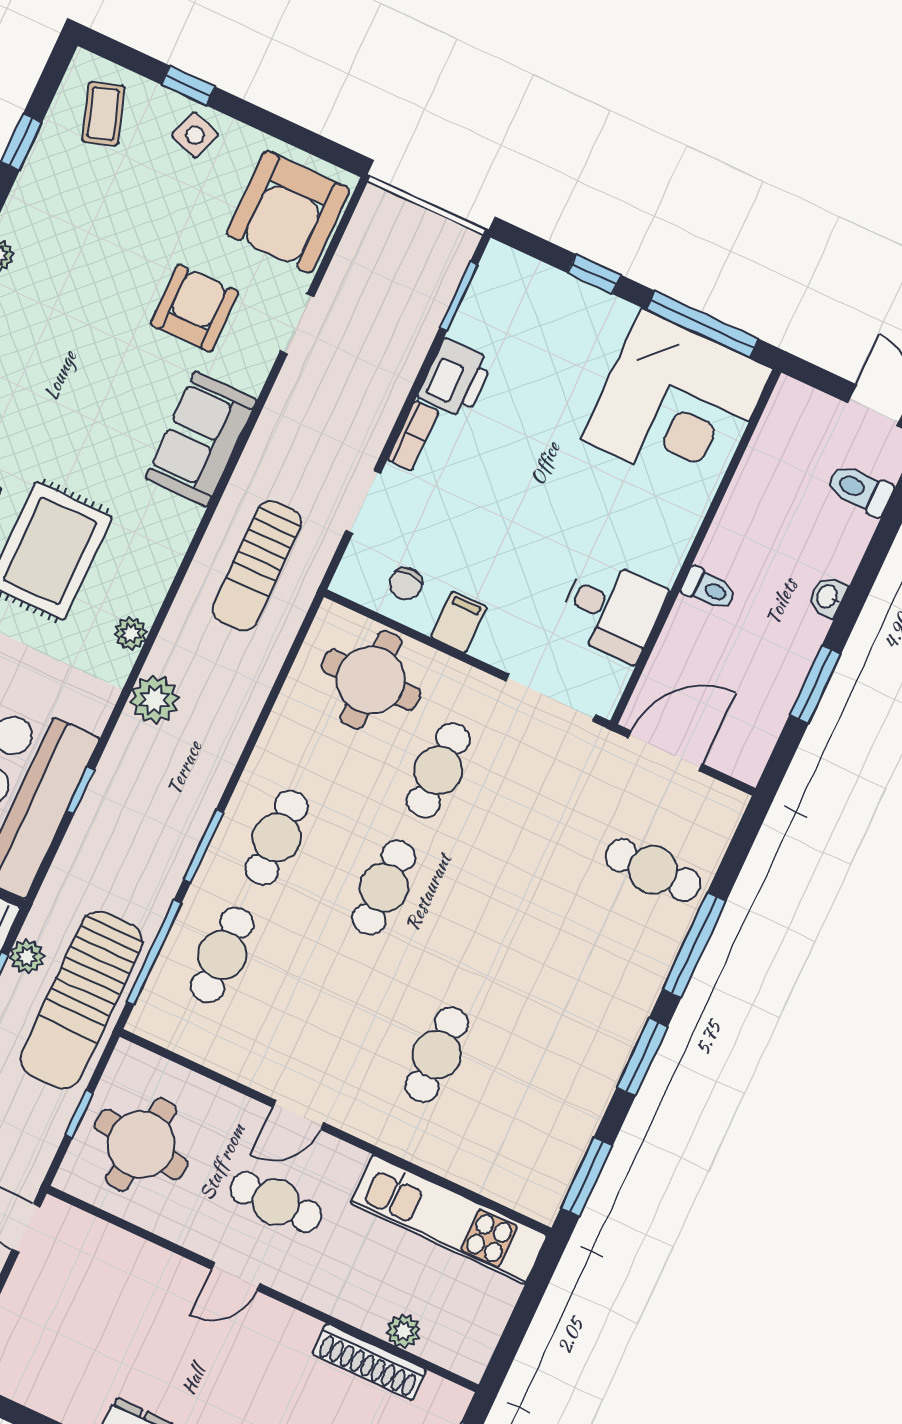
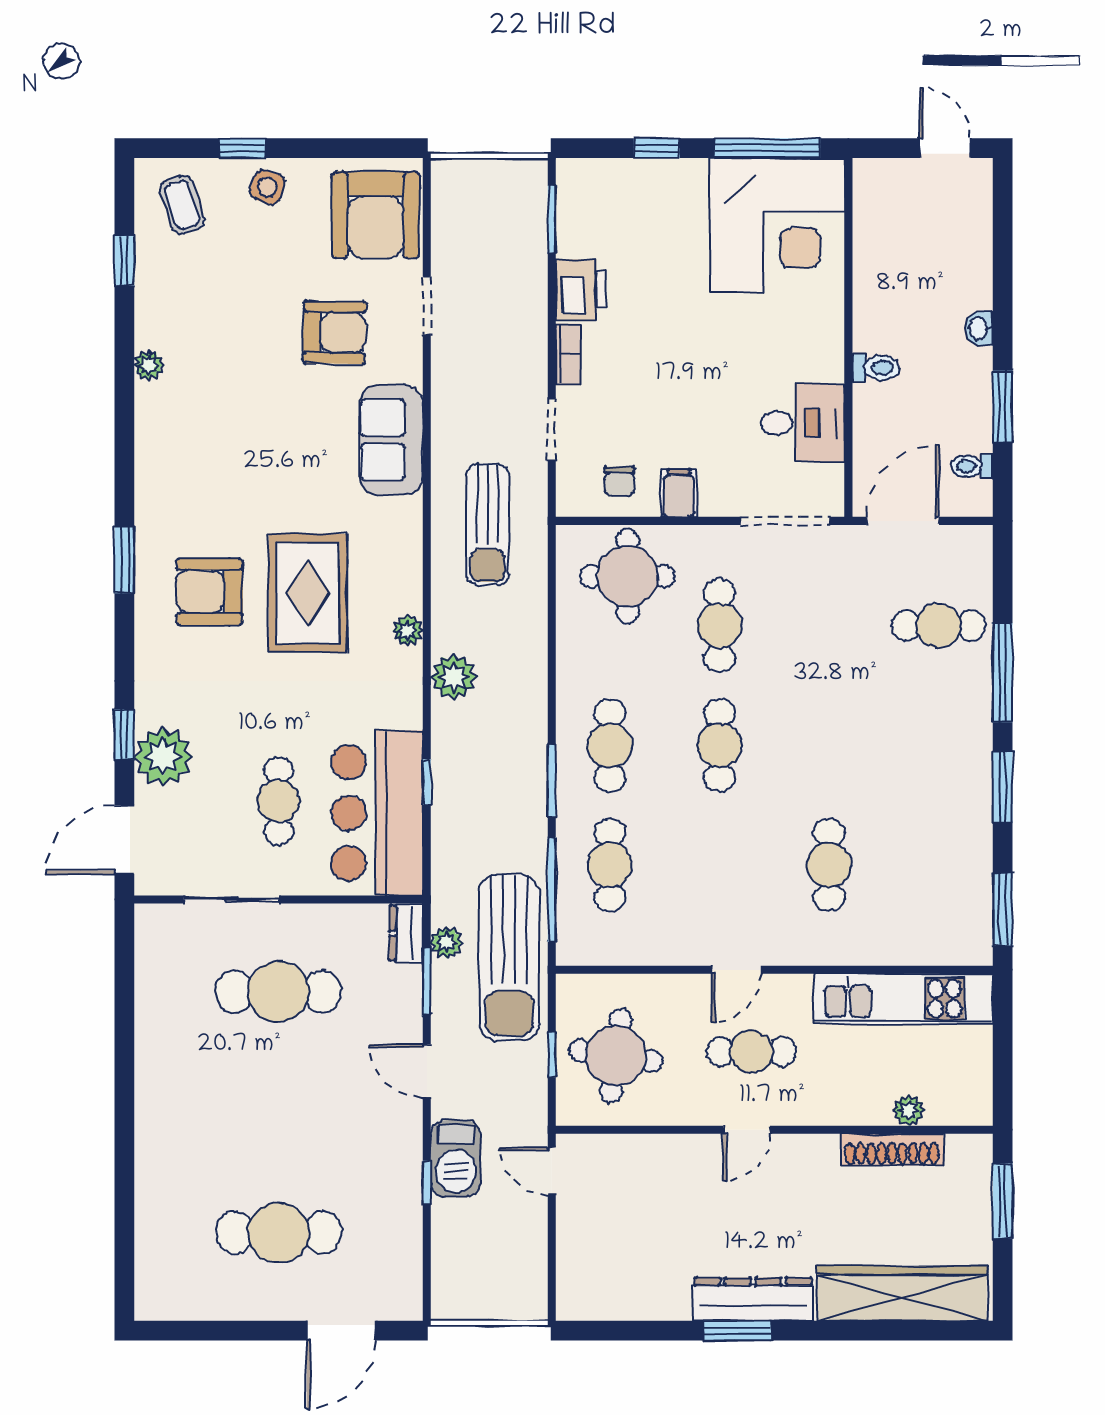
armchair: (194, 308) -> (334, 332), turned 91
toilet: (860, 490) -> (972, 466), moved, width x0.73, depth x0.72

